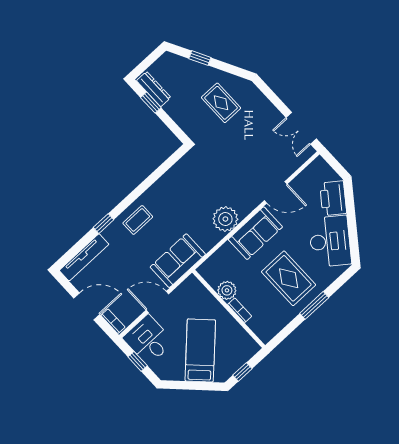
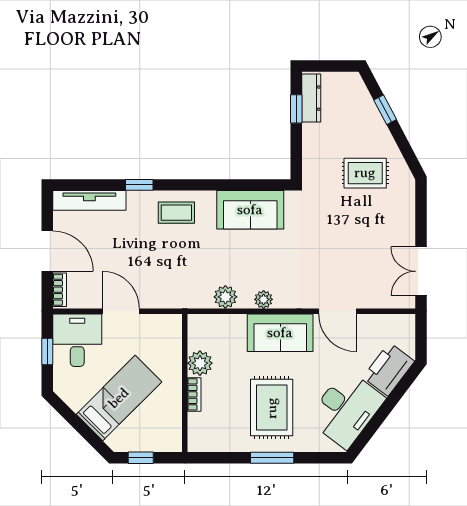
rug: (221, 103) -> (365, 173), turned 90
plant: (225, 219) -> (264, 299), width x0.53, depth x0.53
plant: (207, 241) -> (225, 297), added
sofa: (178, 261) -> (250, 210), moved, turned 180

